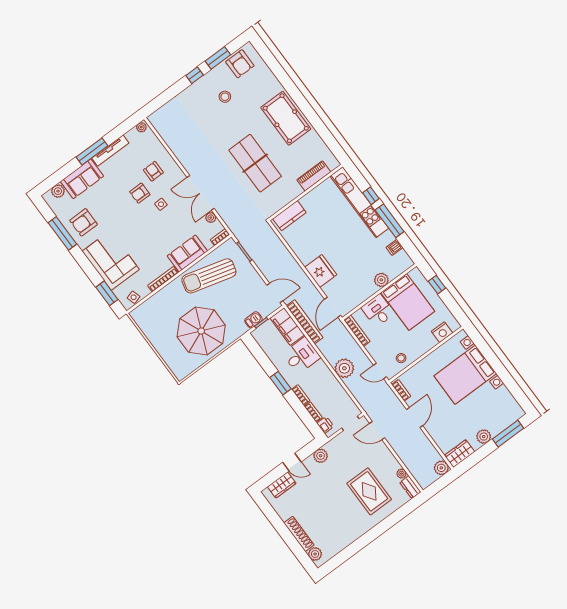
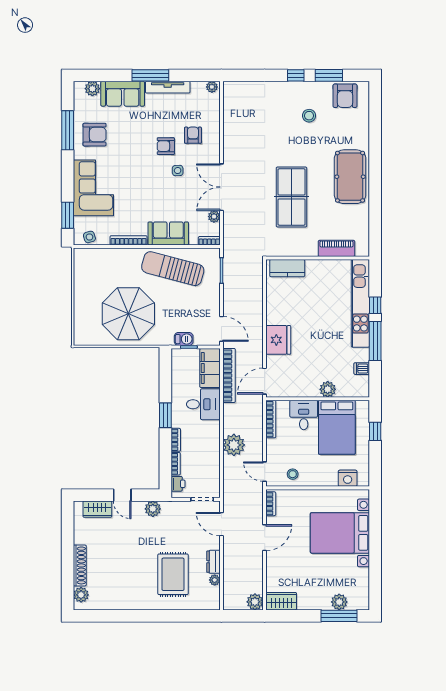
armchair: (84, 222) -> (95, 135), turned 180
plant: (484, 437) -> (339, 602), moved
dresser: (410, 487) -> (213, 562), moved

